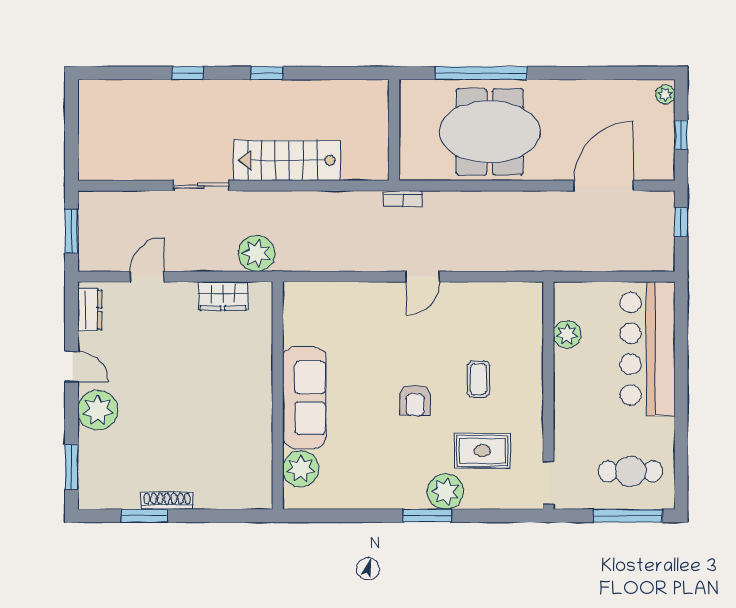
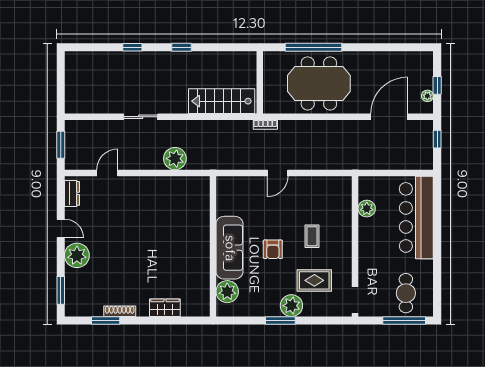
plant: (665, 94) -> (427, 96), moved
stairs: (287, 160) -> (222, 101), moved
wardrobe: (223, 296) -> (165, 308), moved, turned 180
wall: (278, 396) -> (213, 246), moved
sofa: (304, 398) -> (230, 248), moved
plant: (301, 469) -> (227, 292), moved
cafe table: (631, 471) -> (406, 293), turned 90

